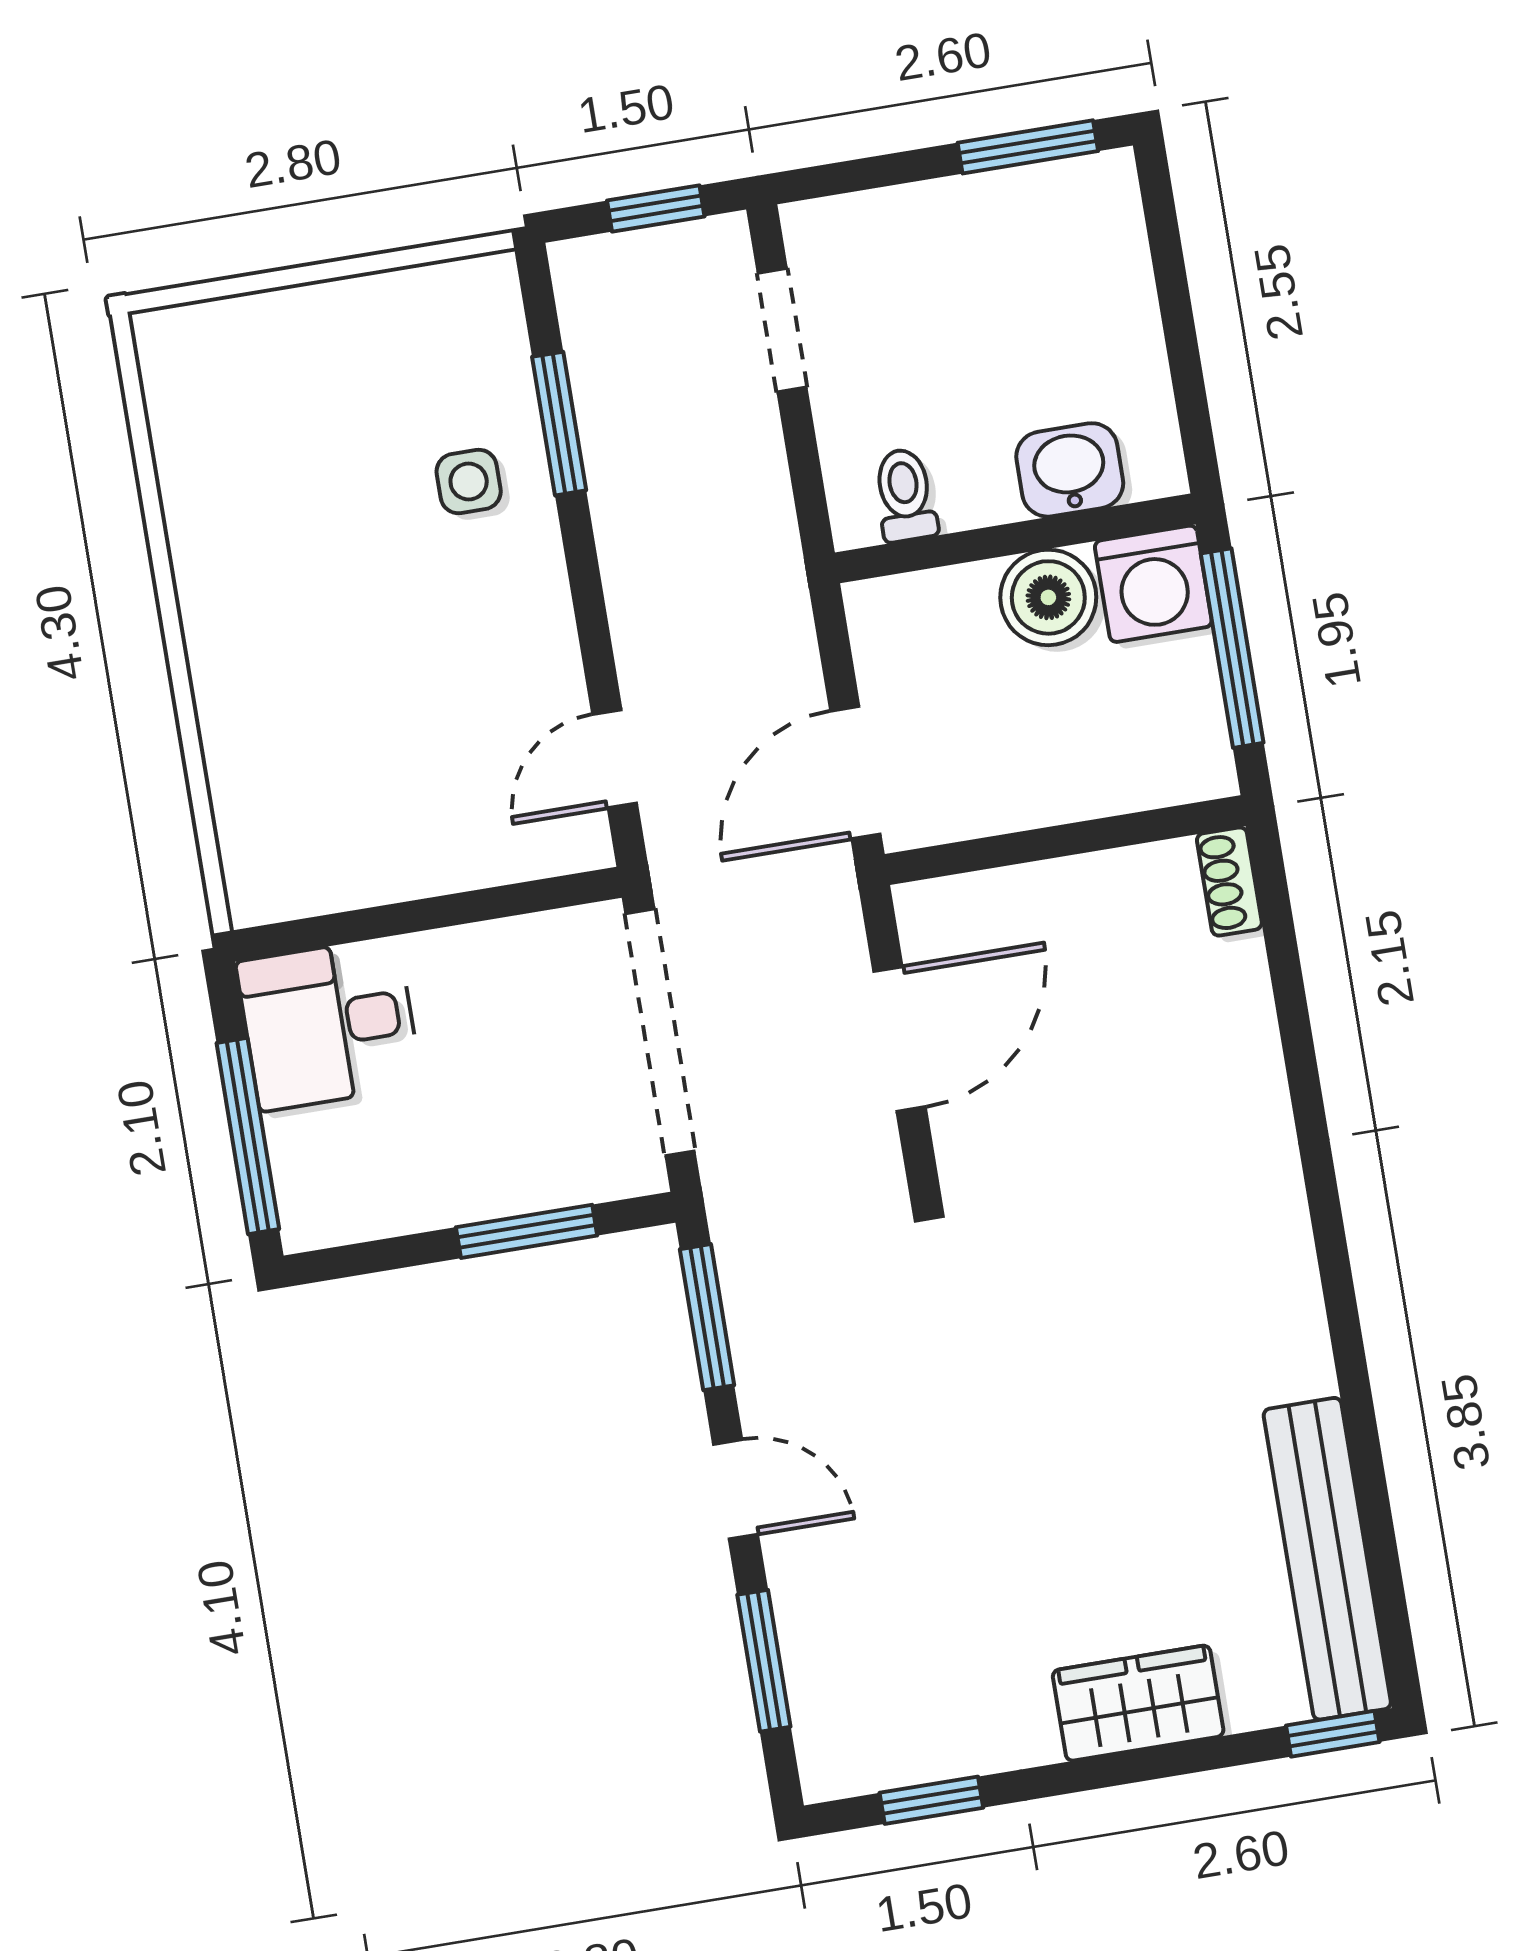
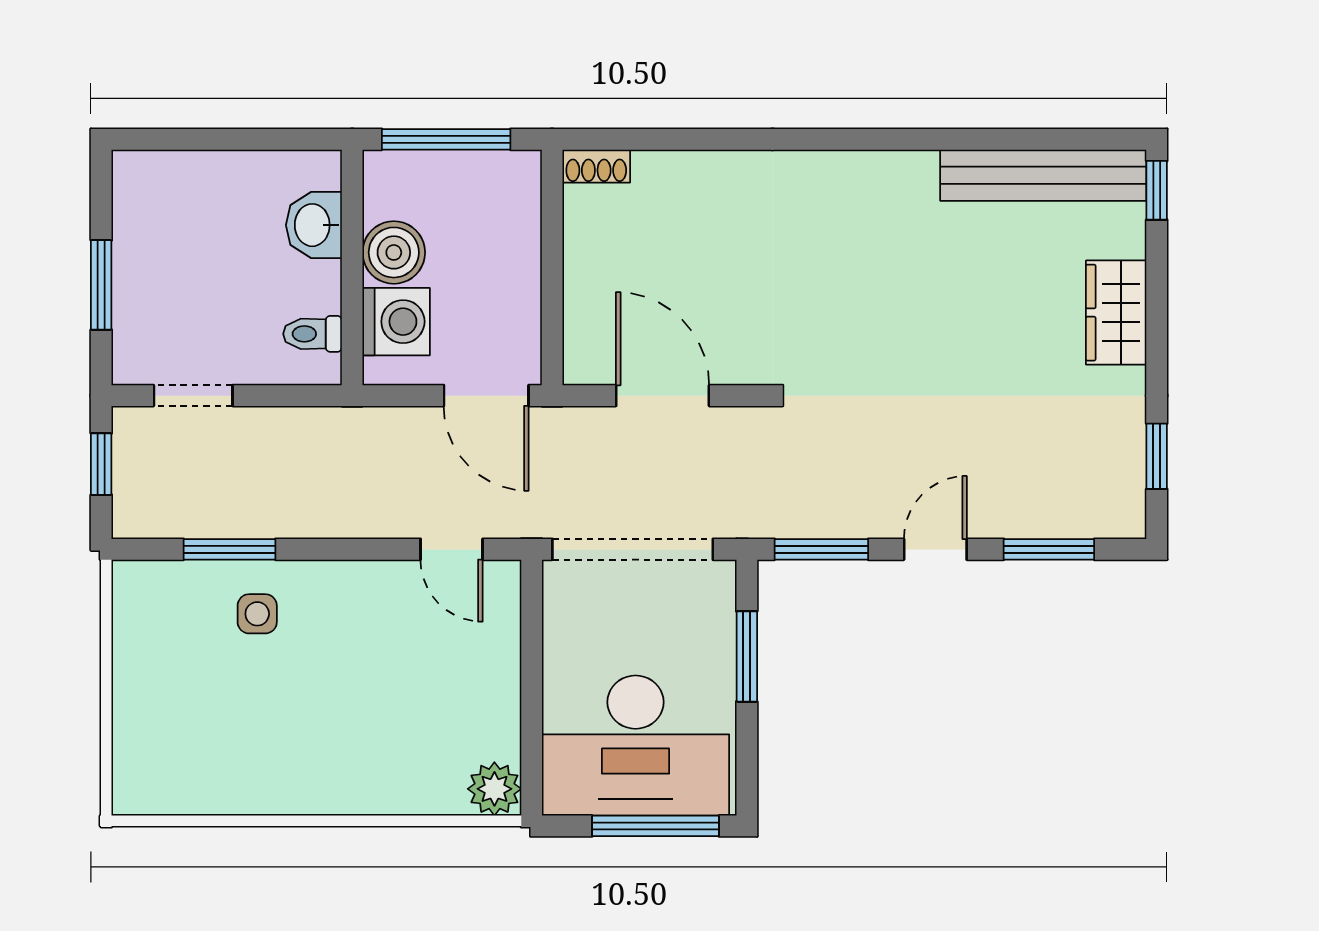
window: (1028, 147) -> (101, 285), moved
washing machine: (1153, 584) -> (396, 322), moved
plant: (264, 883) -> (494, 789), added
desk: (329, 1024) -> (635, 746), width x1.87, depth x1.30

